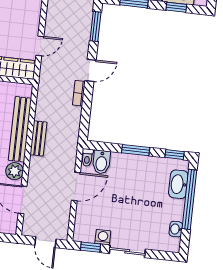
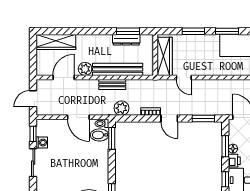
plant: (70, 130) -> (122, 108), added
window: (136, 150) -> (112, 138), moved

